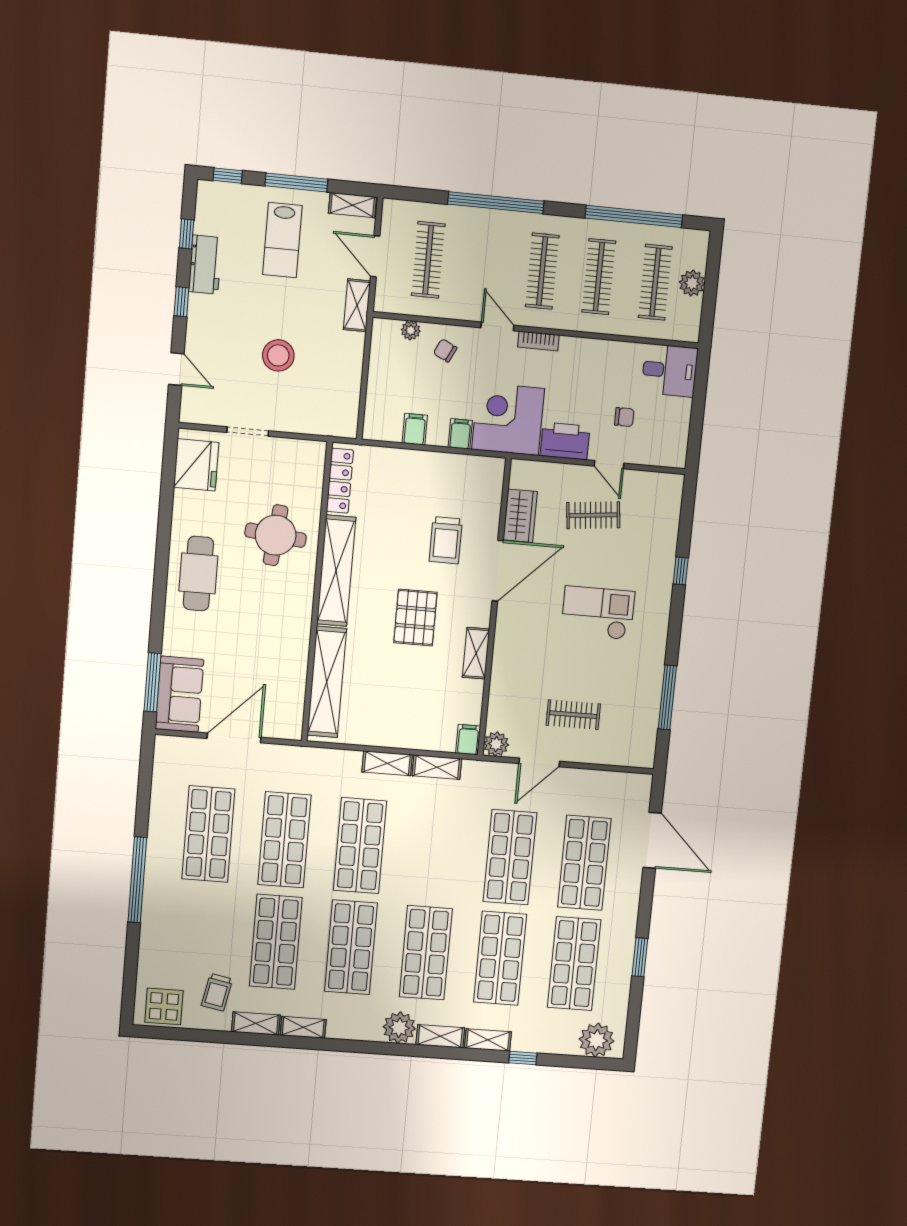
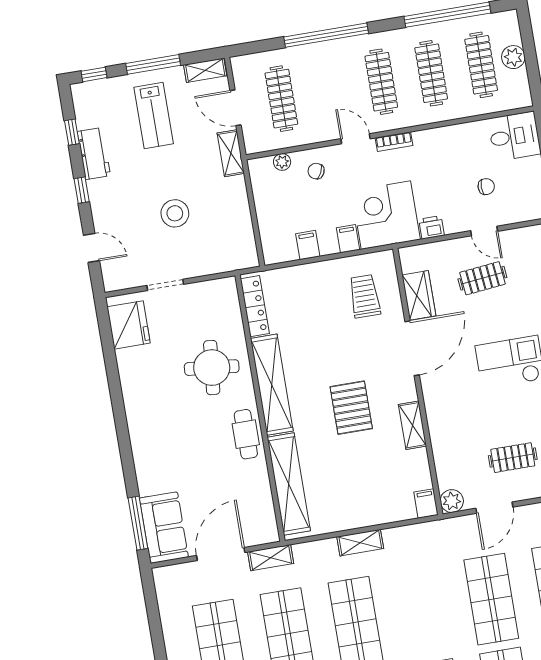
printer: (565, 441) -> (431, 227), width x0.53, depth x0.68
trolley: (446, 540) -> (365, 296), moved, turned 180
cafe table: (198, 573) -> (246, 434), moved, width x0.73, depth x0.74
shelving: (437, 767) -> (271, 558), moved

